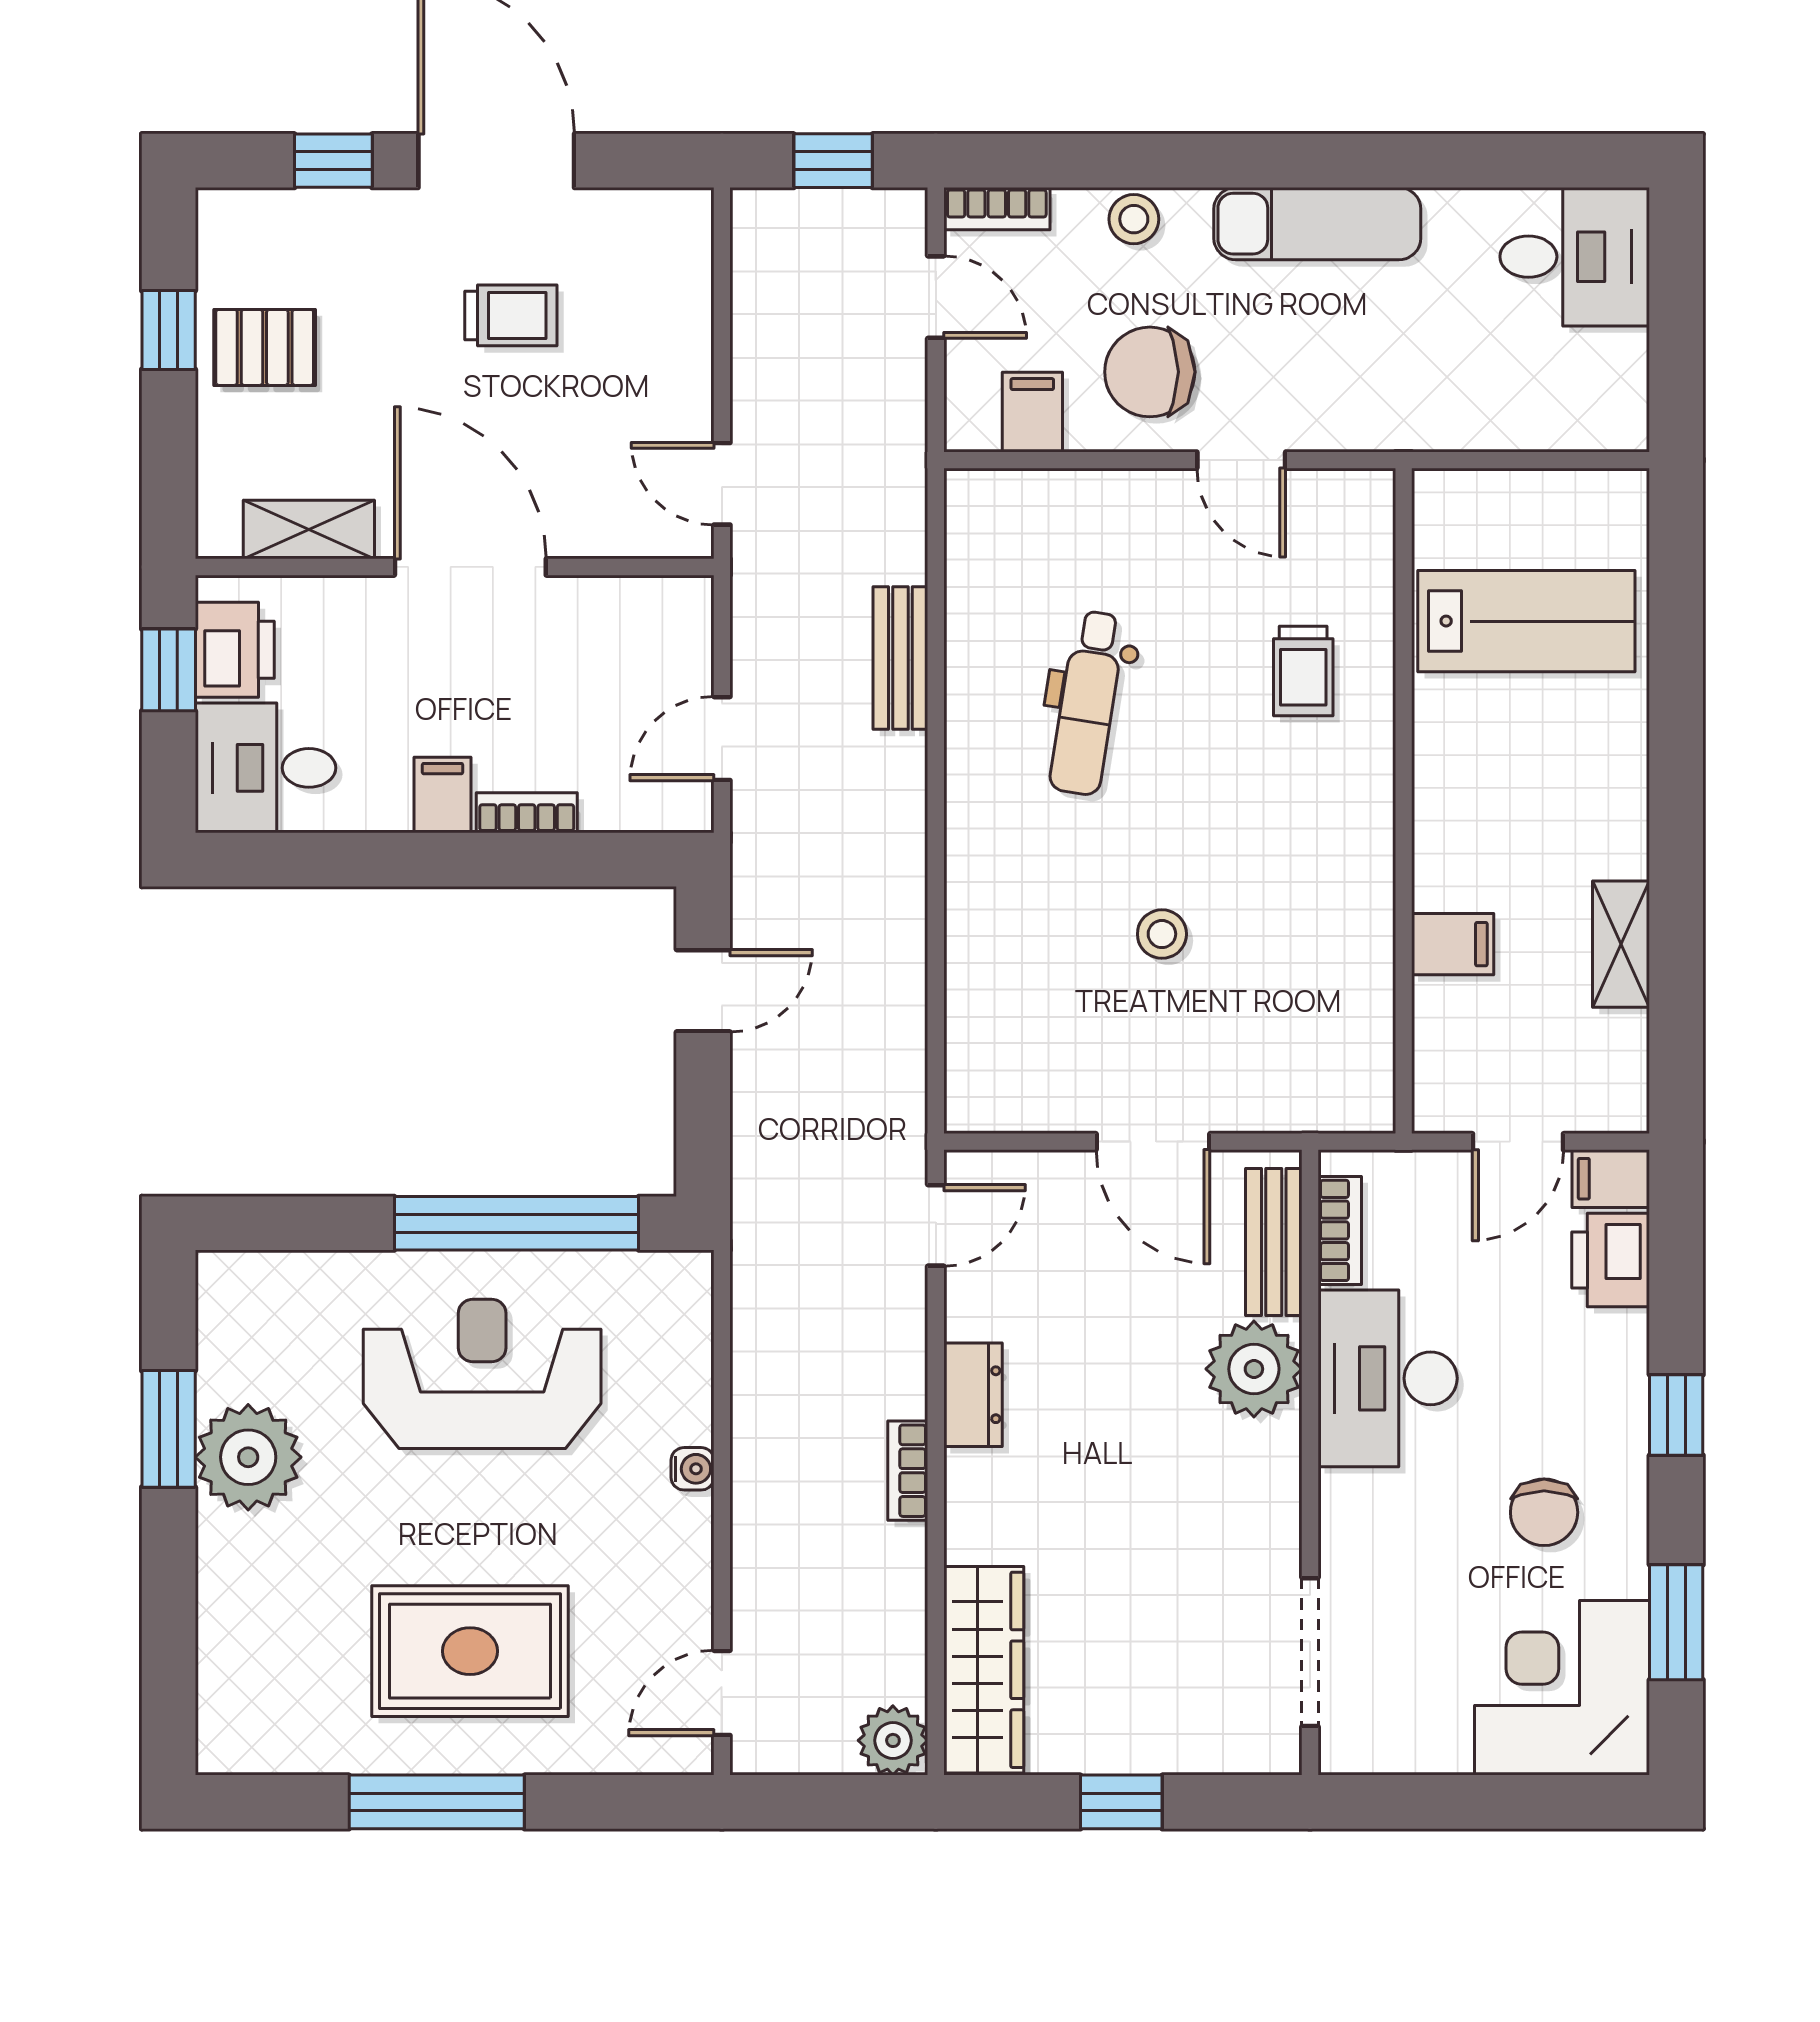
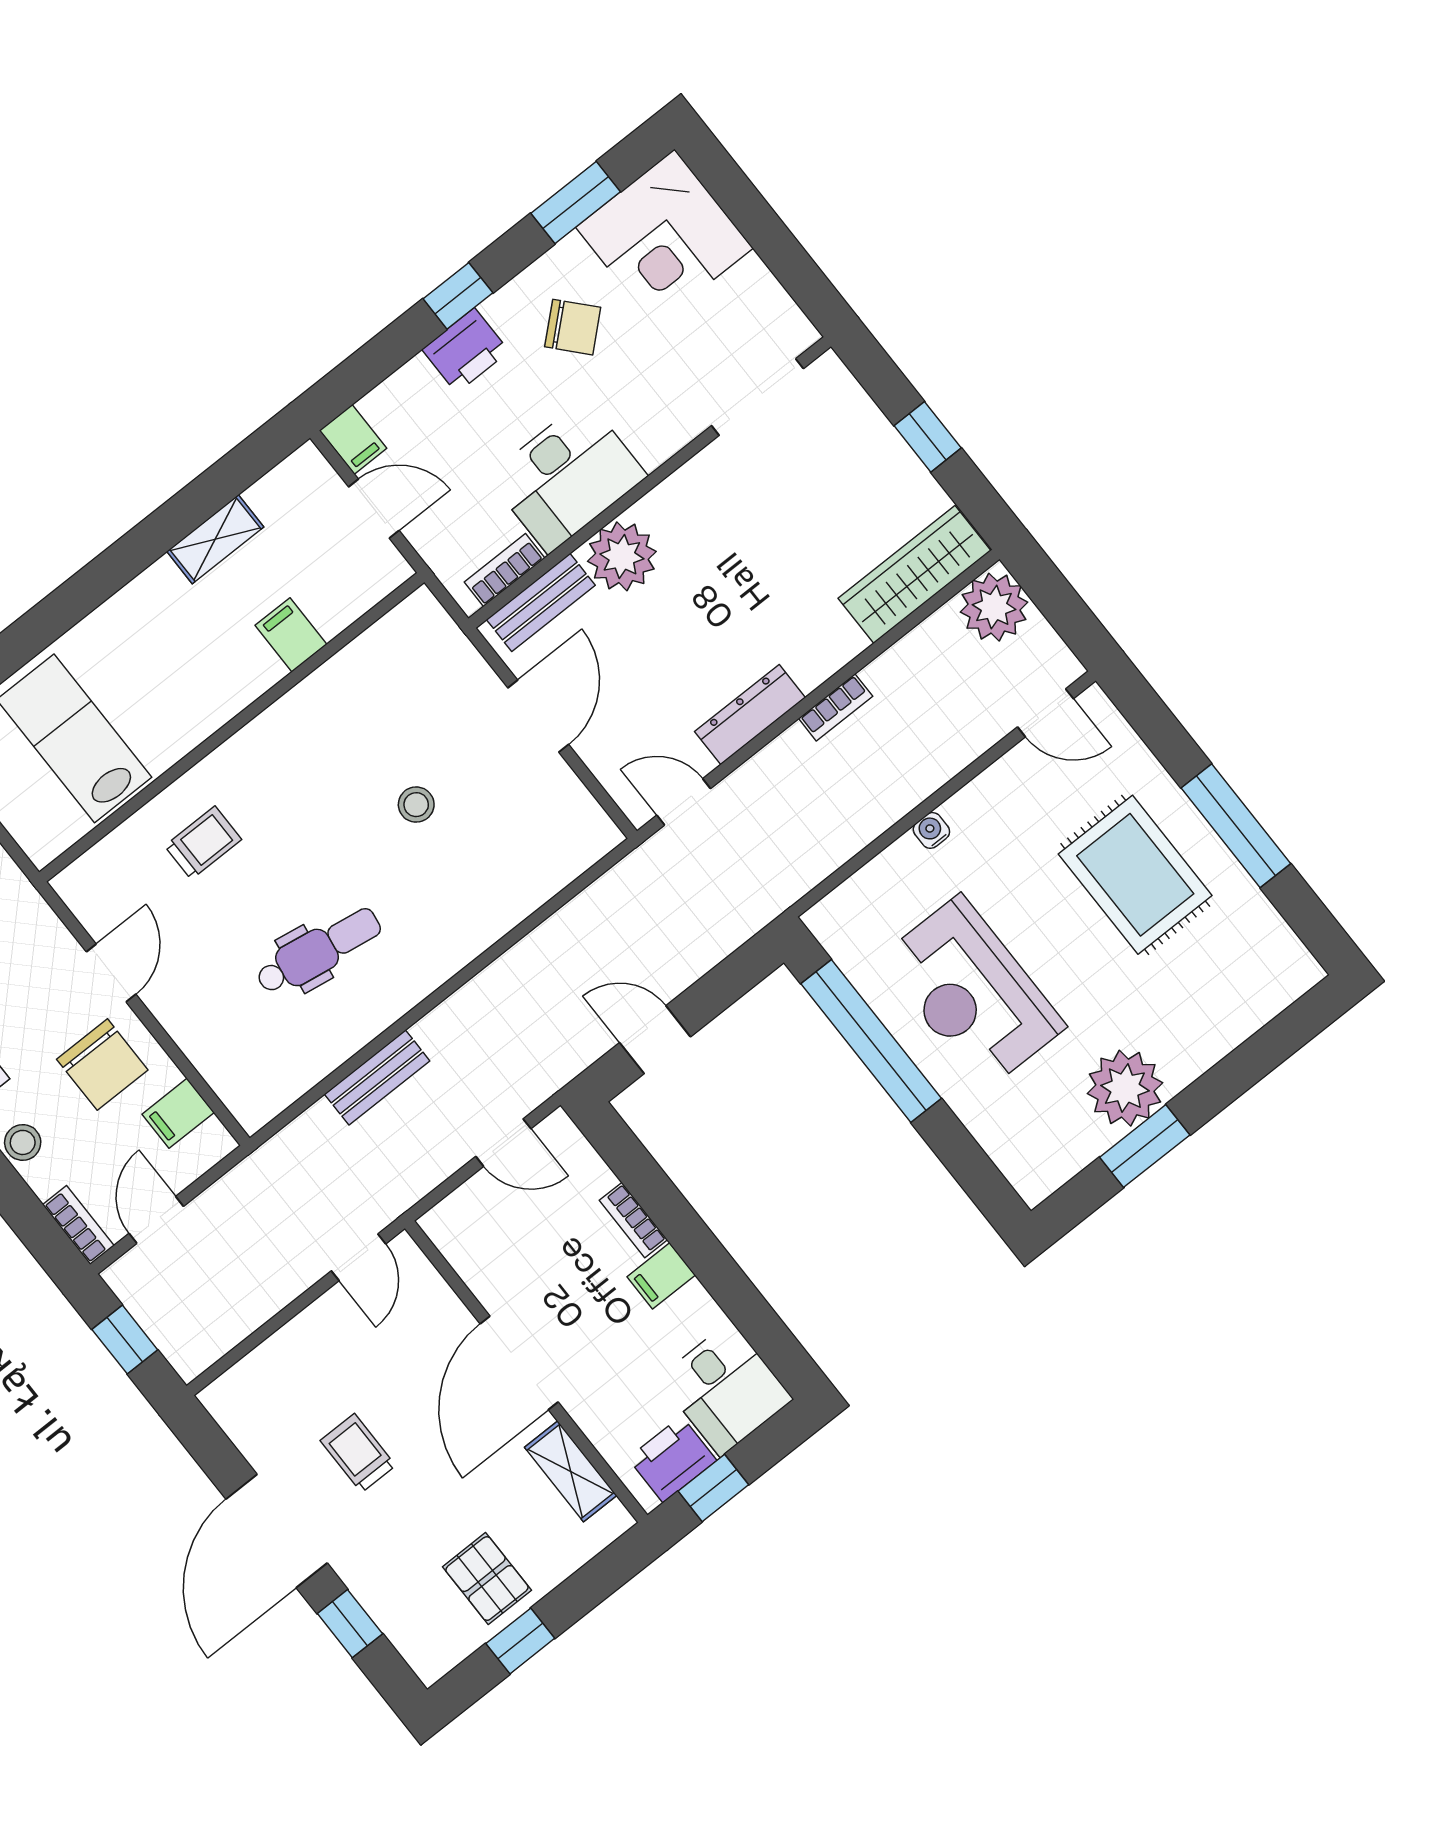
printer: (1611, 1260) -> (465, 350), moved
dresser: (973, 1395) -> (750, 715), width x1.44
chair: (1544, 1512) -> (573, 327), turned 48
plant: (893, 1740) -> (994, 607), width x1.36, depth x1.36

